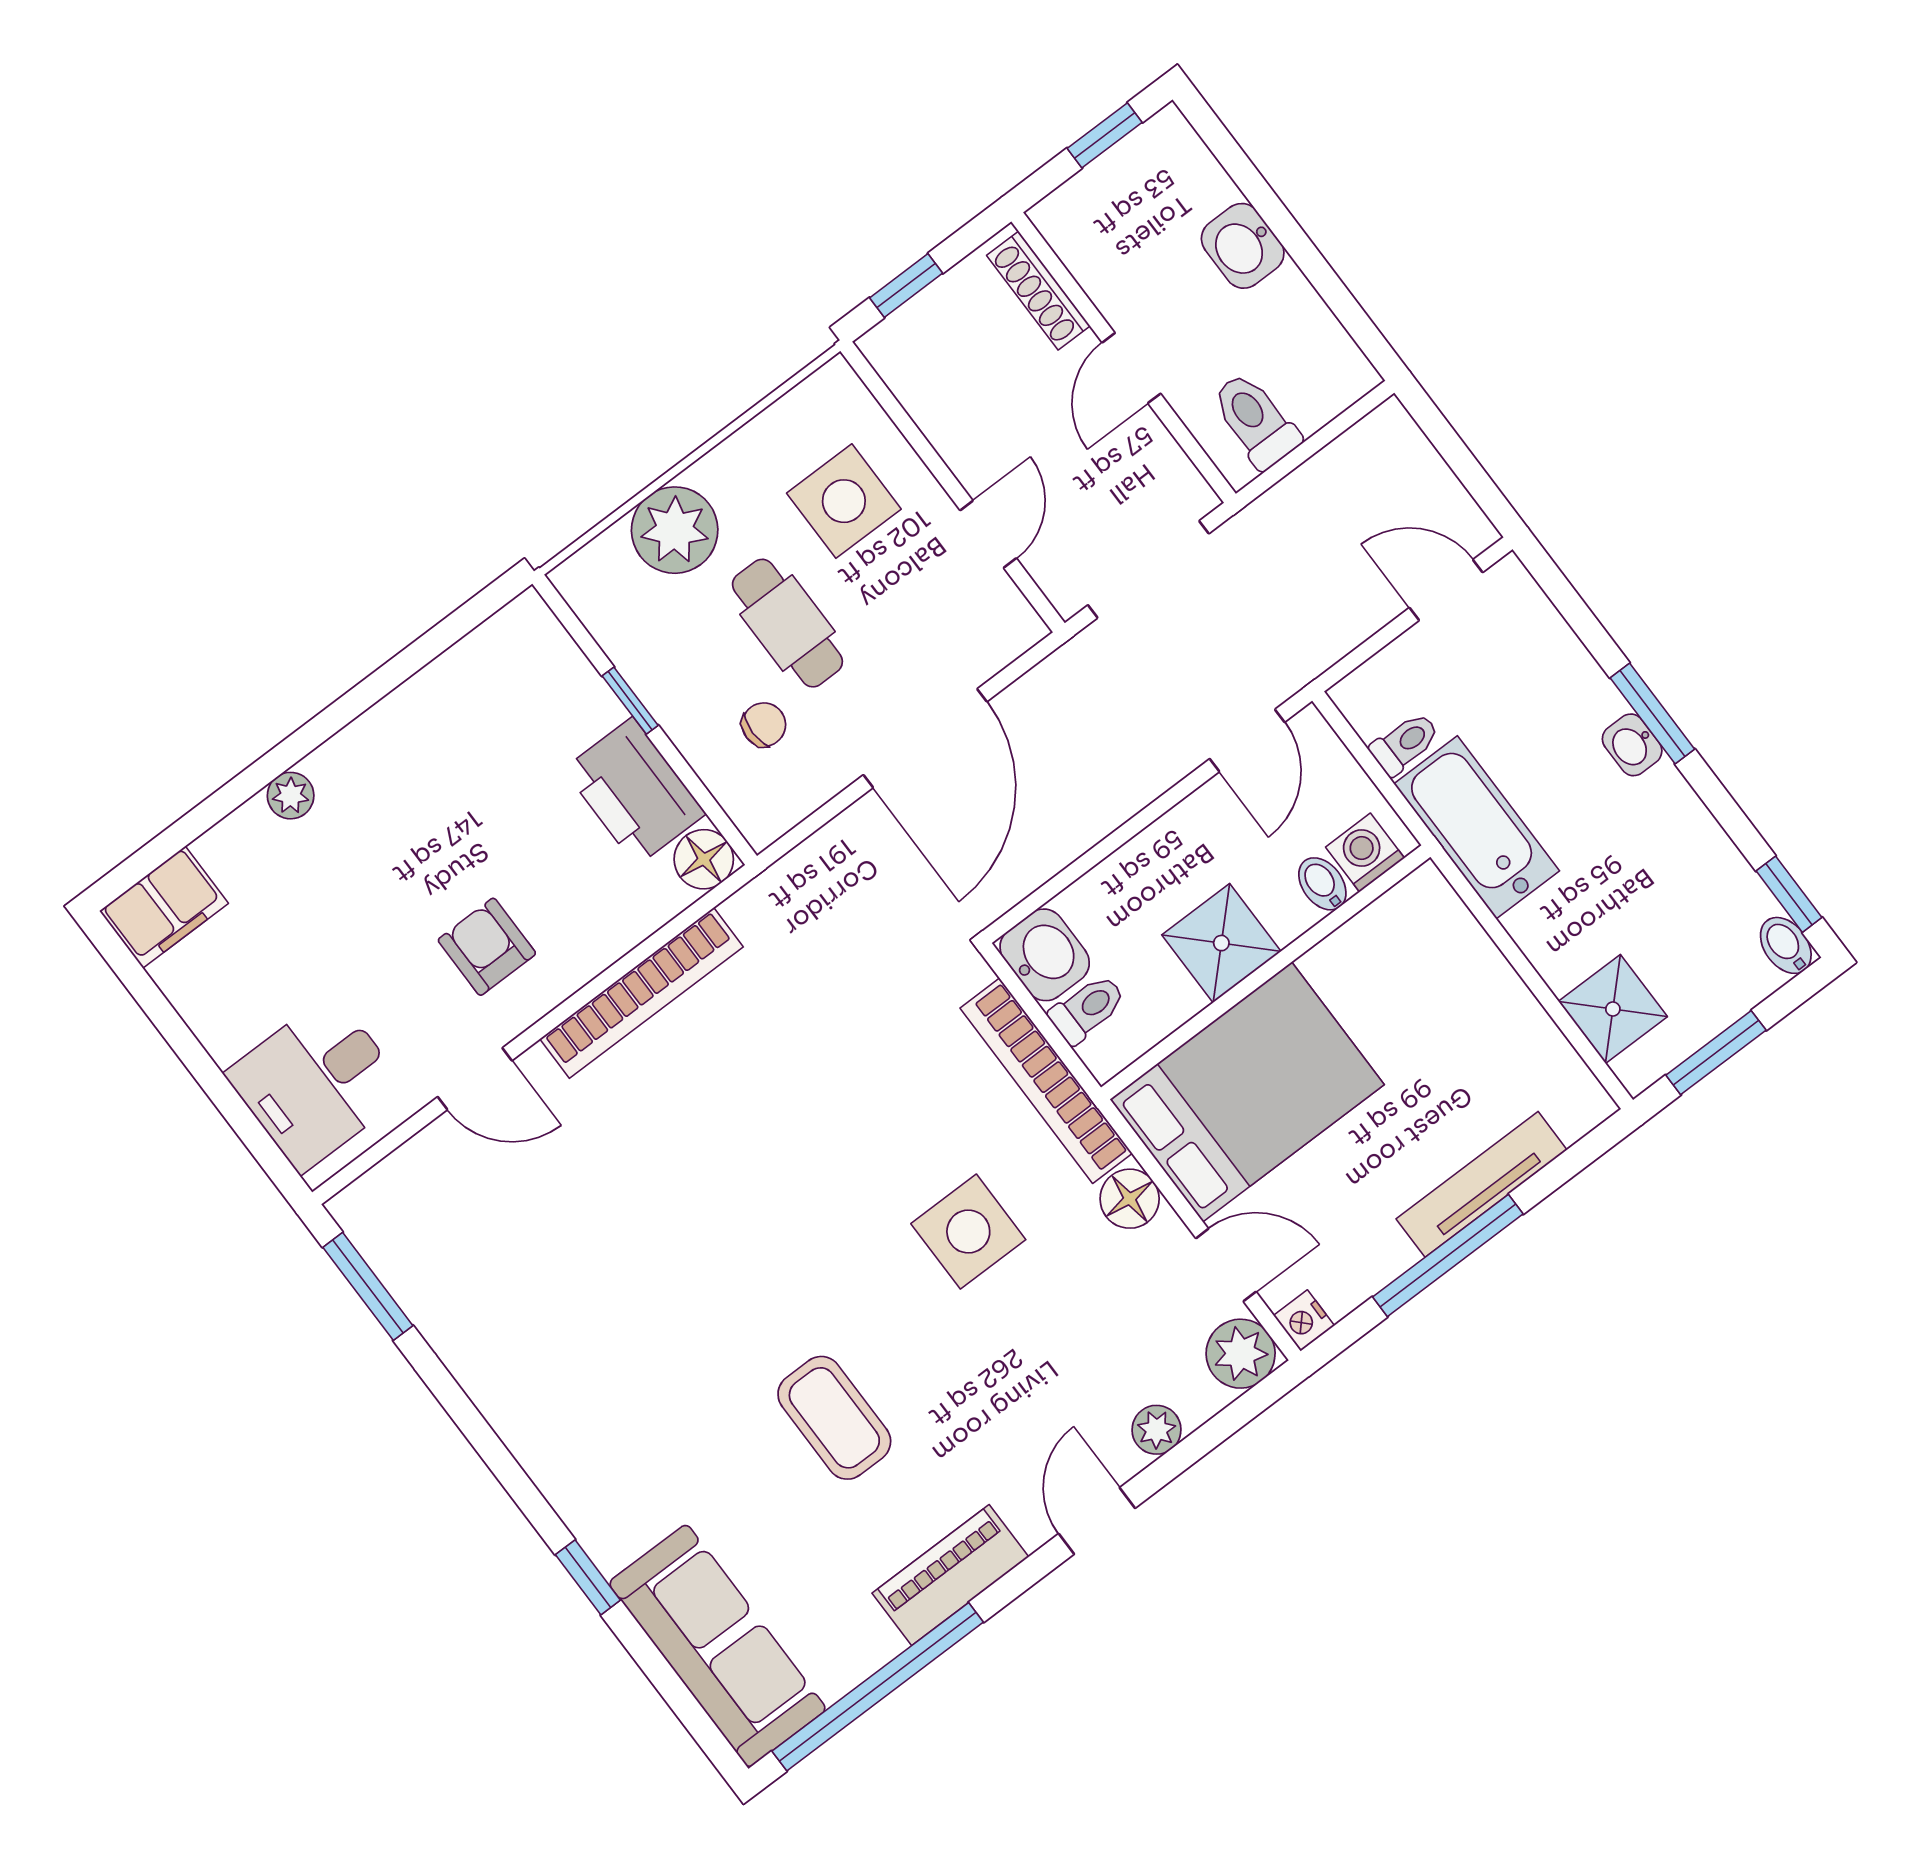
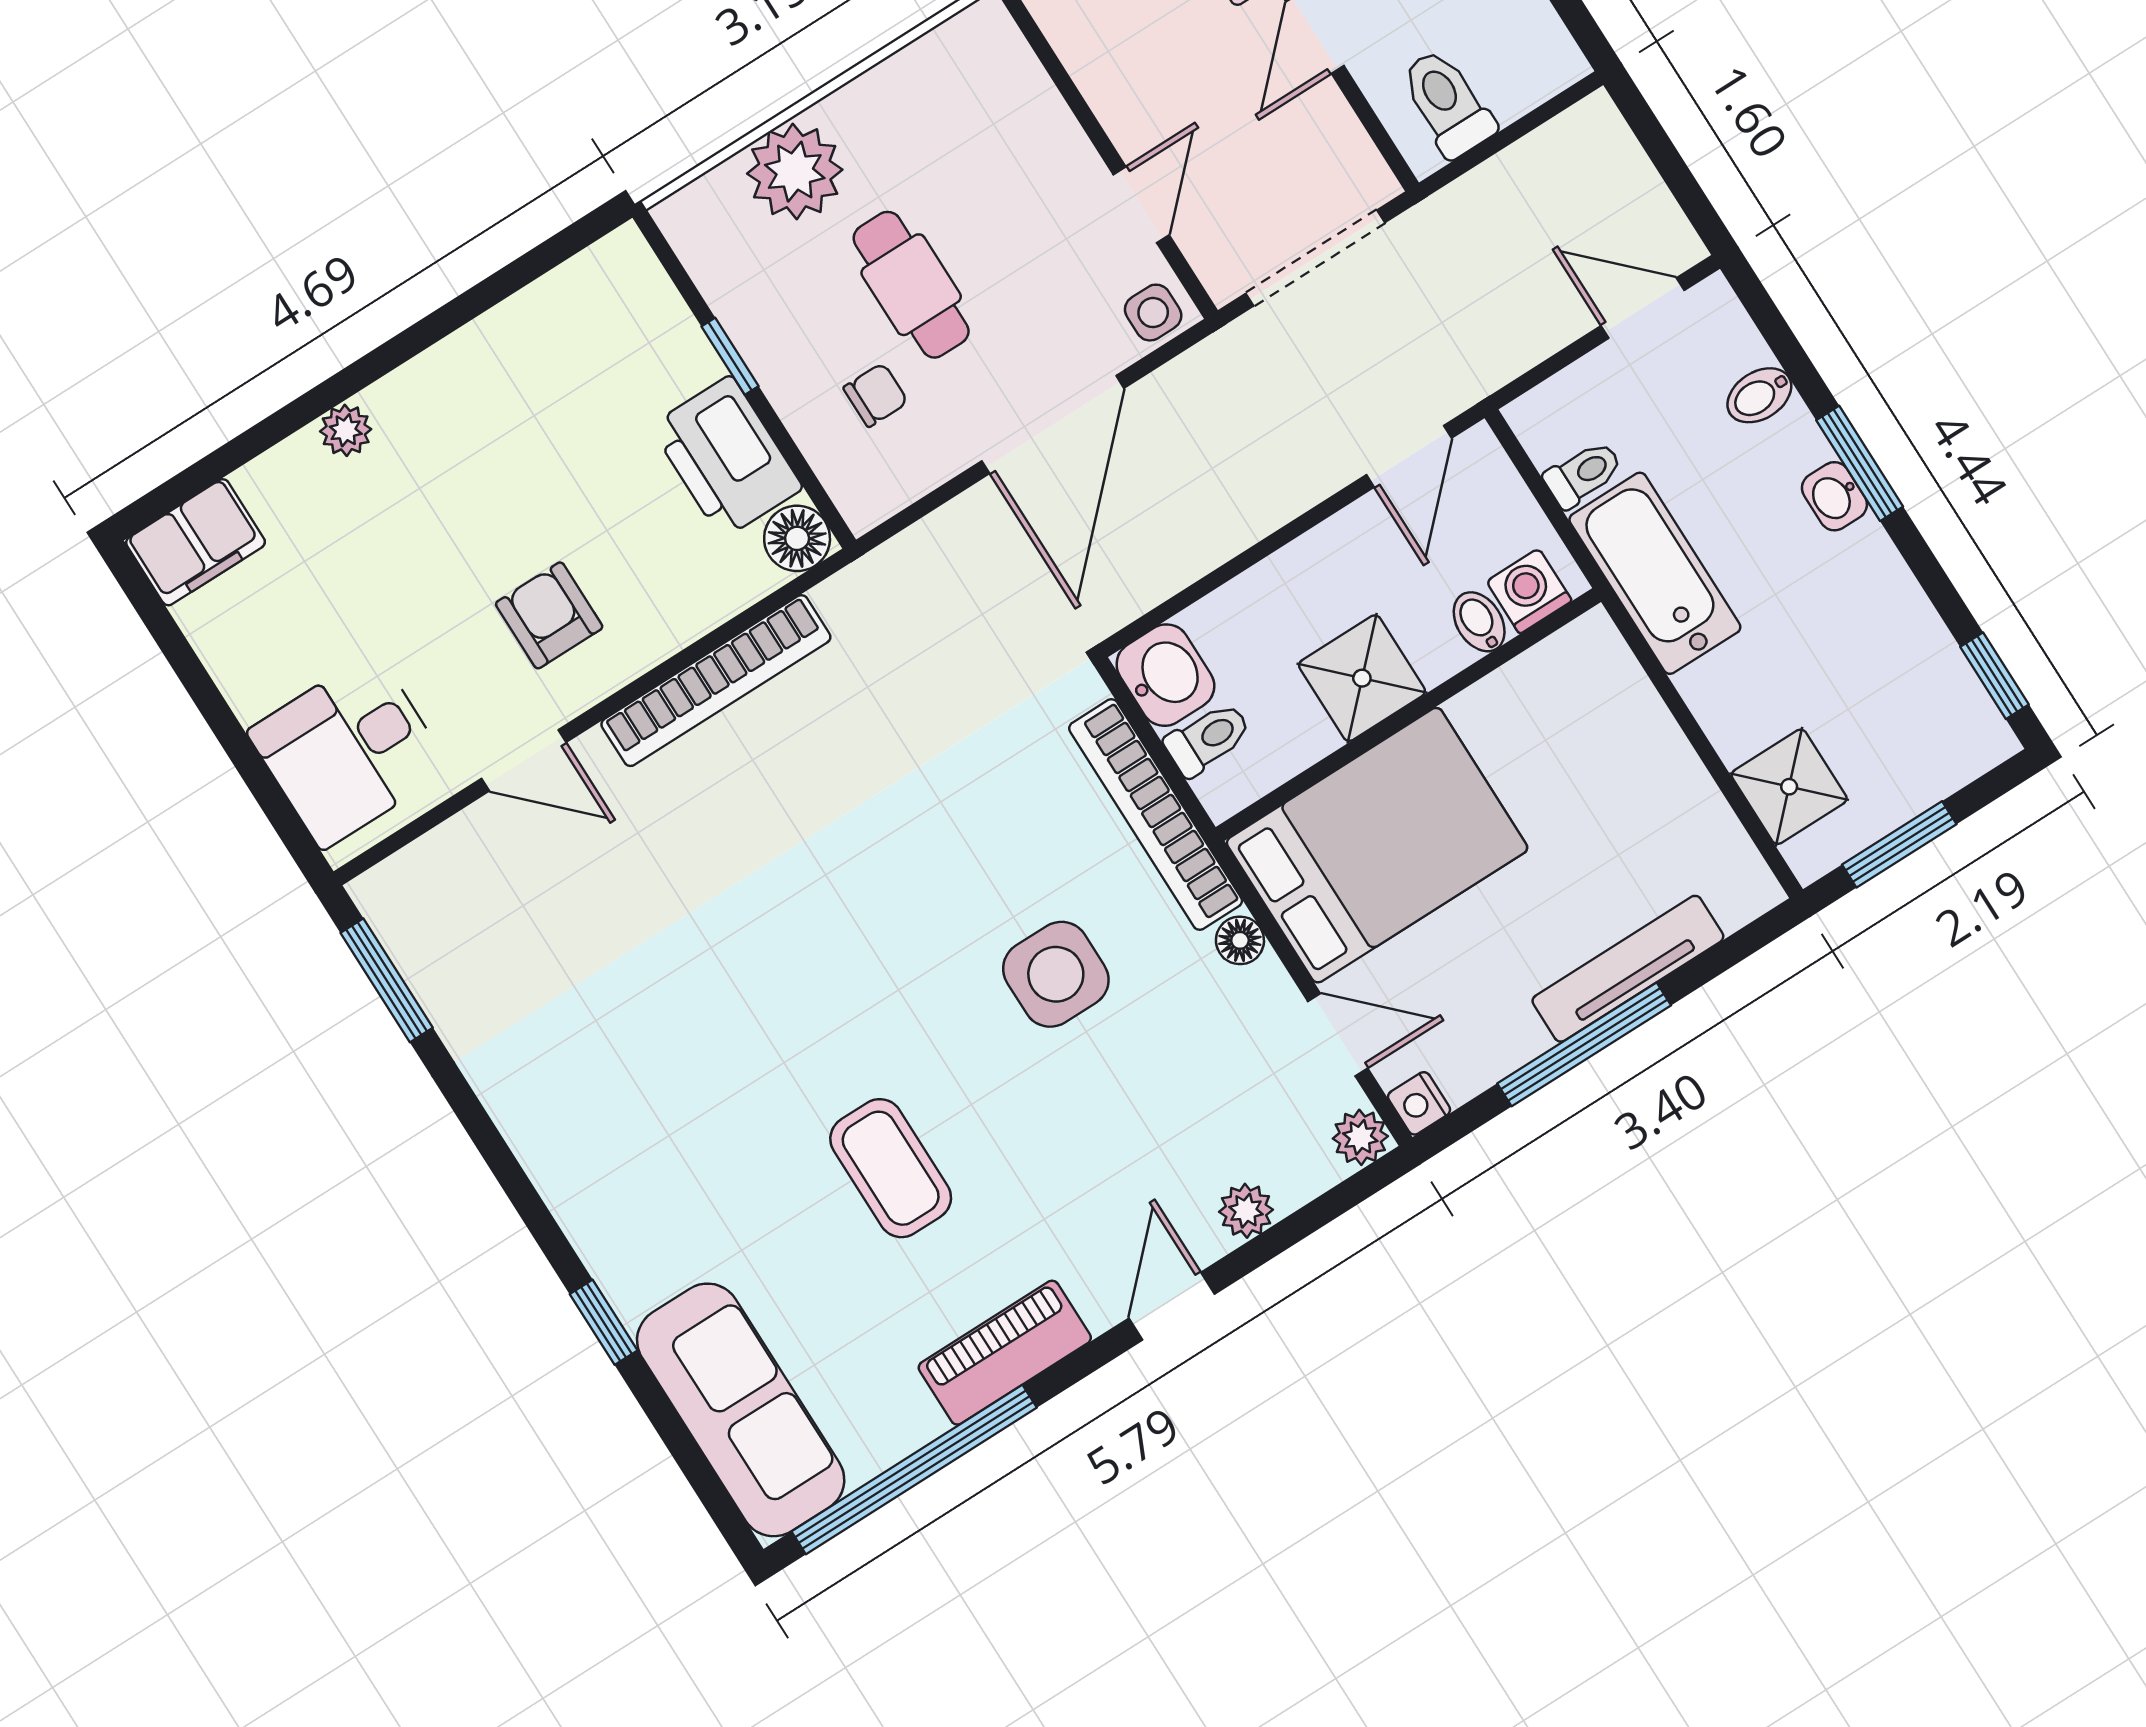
side table: (844, 501) -> (1153, 313), moved, width x0.54, depth x0.54
bidet: (1786, 945) -> (1759, 395), moved, turned -90
floor lamp: (1130, 1199) -> (1240, 940), width x0.73, depth x0.73
plant: (1241, 1354) -> (1360, 1137), width x0.73, depth x0.73

